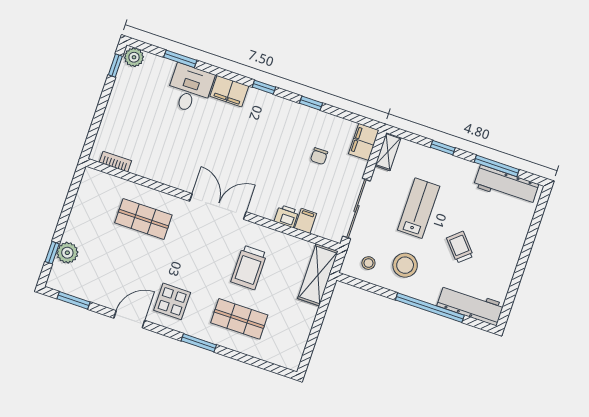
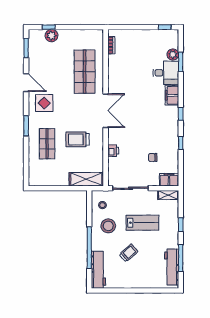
plant: (134, 57) -> (173, 54), moved
shop shelf: (143, 219) -> (85, 72), width x1.43, depth x1.36
filing cabinet: (306, 221) -> (114, 162), removed

